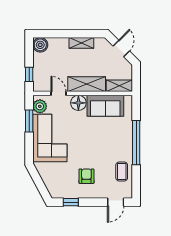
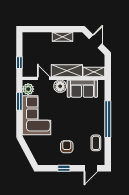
boiler: (40, 45) -> (29, 38), removed
window: (71, 202) -> (64, 168), moved

